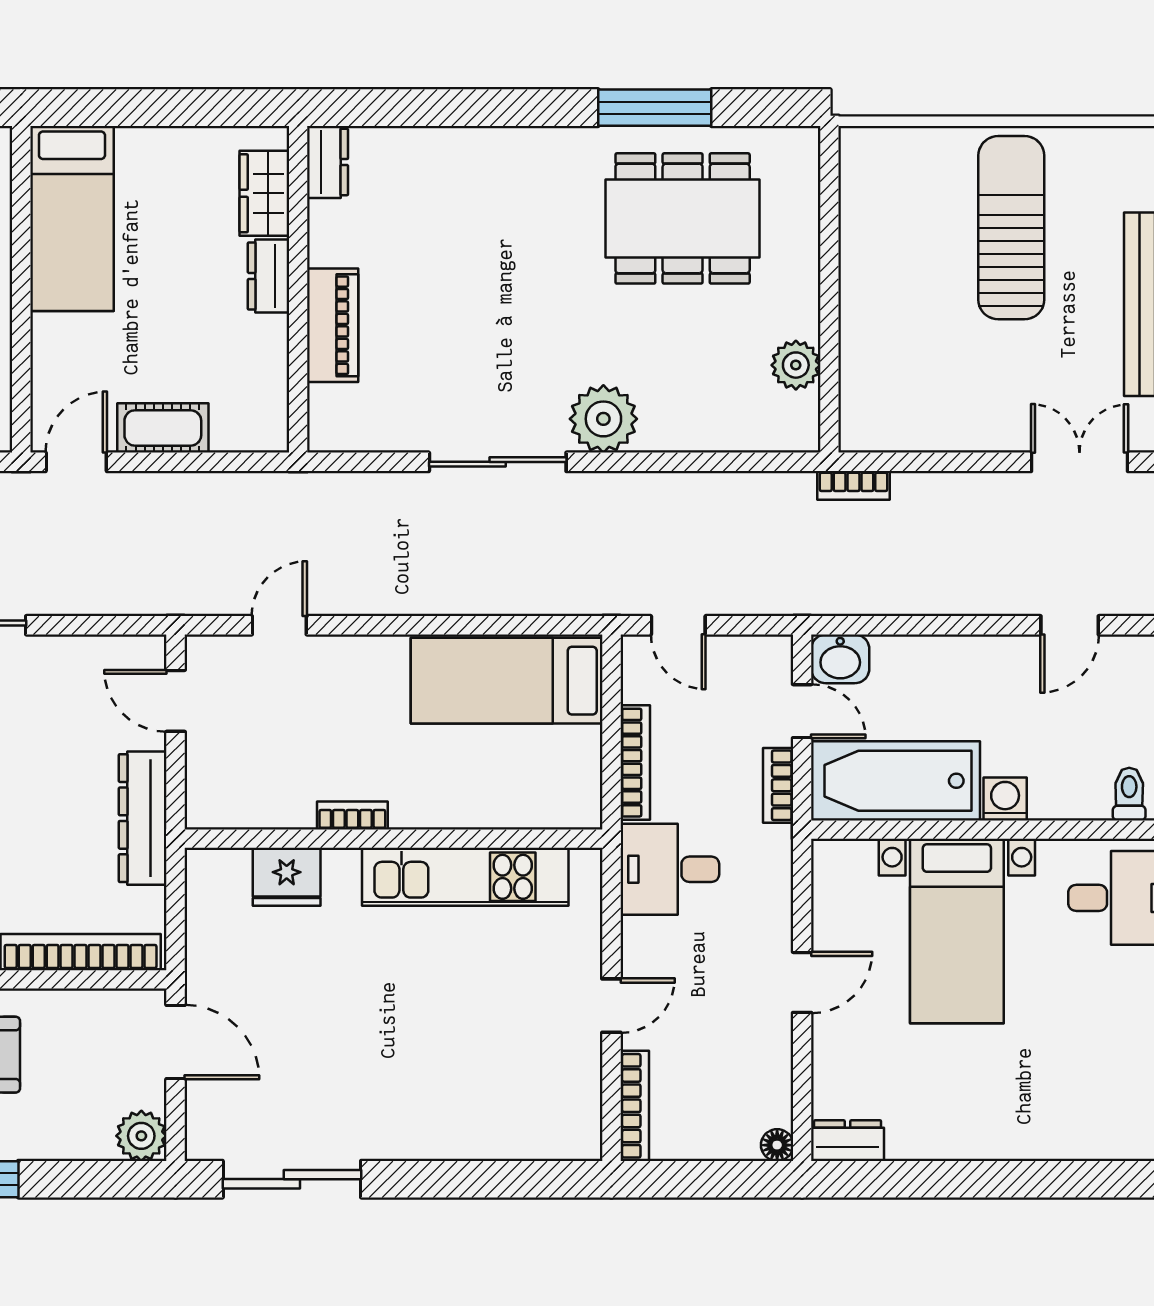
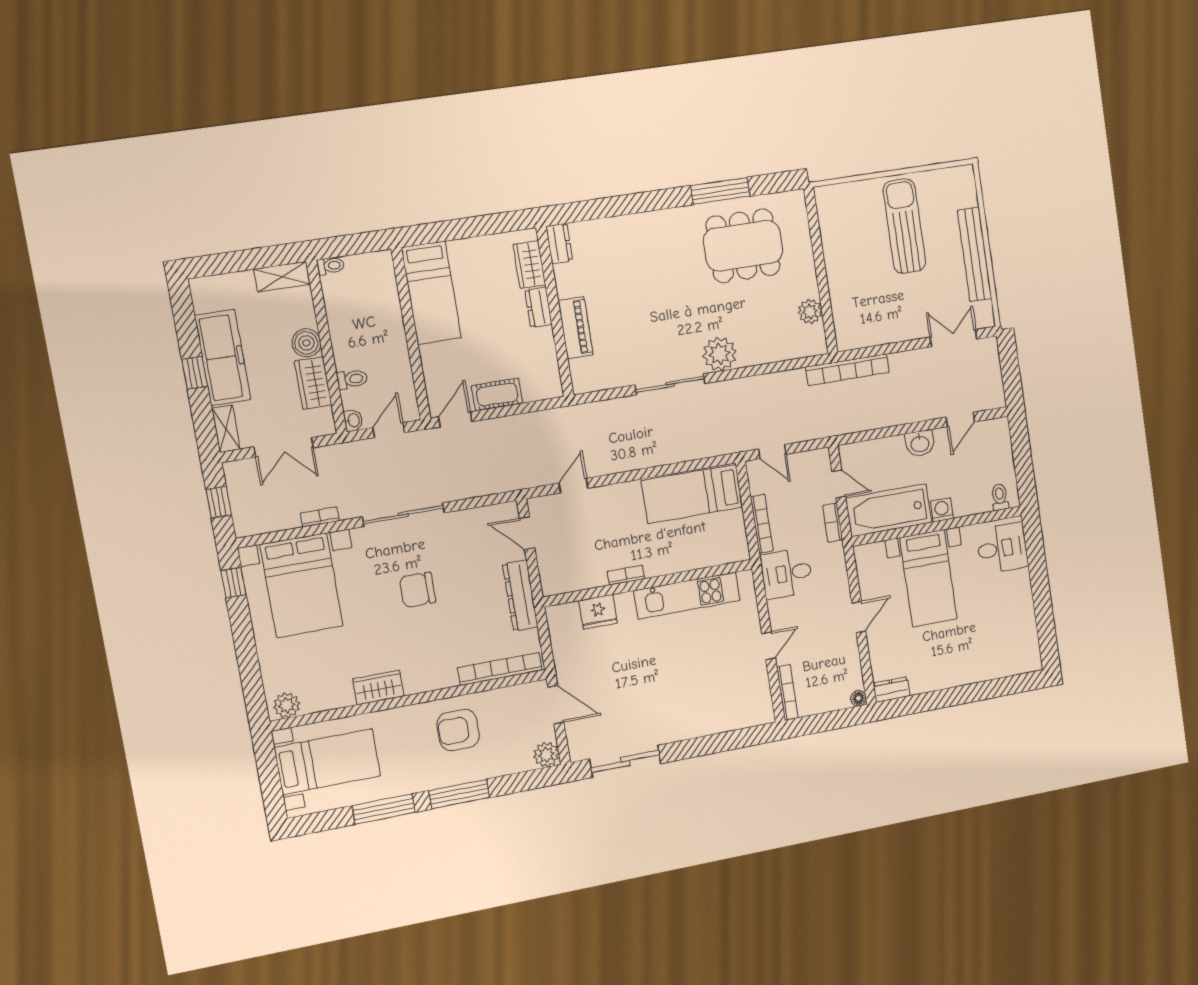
bookcase: (853, 485) -> (847, 370), width x2.31, depth x1.31
washbasin: (840, 659) -> (920, 443), moved

